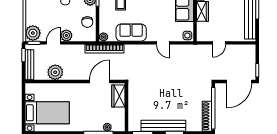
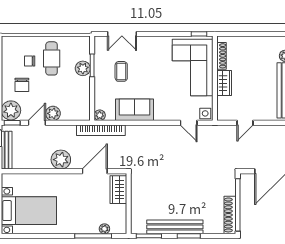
chair: (87, 22) -> (22, 85), moved
door: (163, 43) -> (189, 123), moved
plant: (55, 72) -> (61, 160), moved

